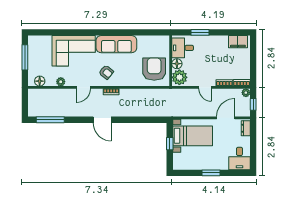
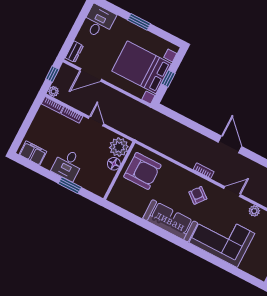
desk: (183, 48) -> (68, 165), moved, turned 90
armchair: (154, 69) -> (142, 171), turned -90
bed with nightstands: (193, 136) -> (142, 67), width x1.36

